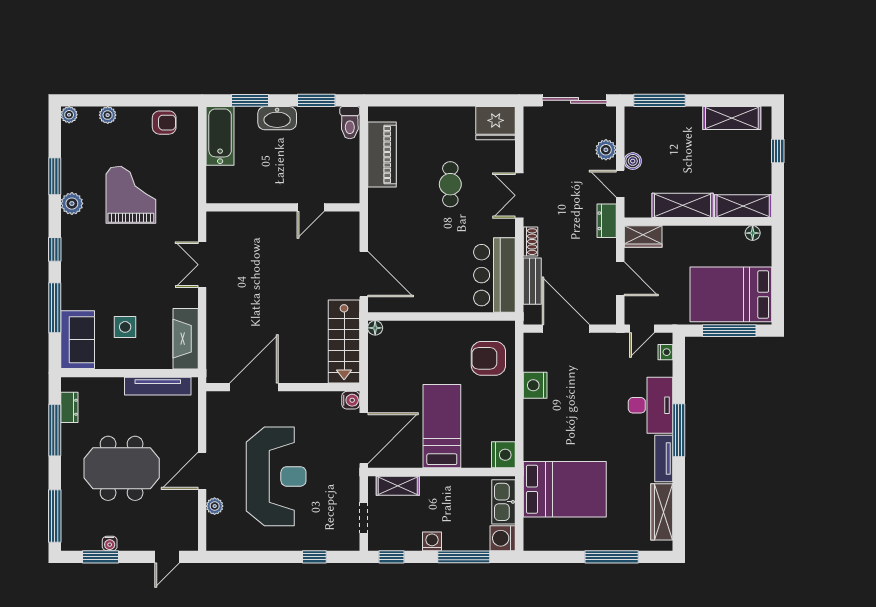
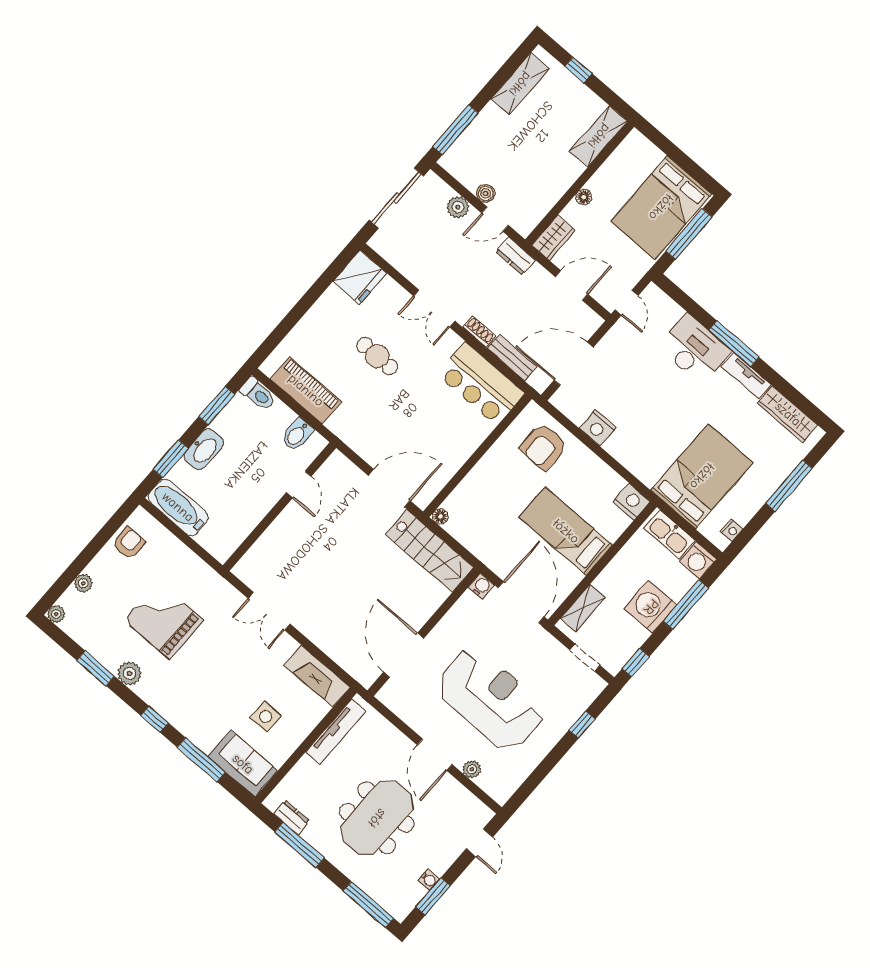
bidet: (345, 176) -> (297, 434), added
shelving: (683, 205) -> (556, 184), removed
floor lamp: (753, 233) -> (584, 197), moved
nightstand: (665, 352) -> (732, 530), moved, turned 90
washing machine: (432, 541) -> (651, 607), width x1.89, depth x1.89

